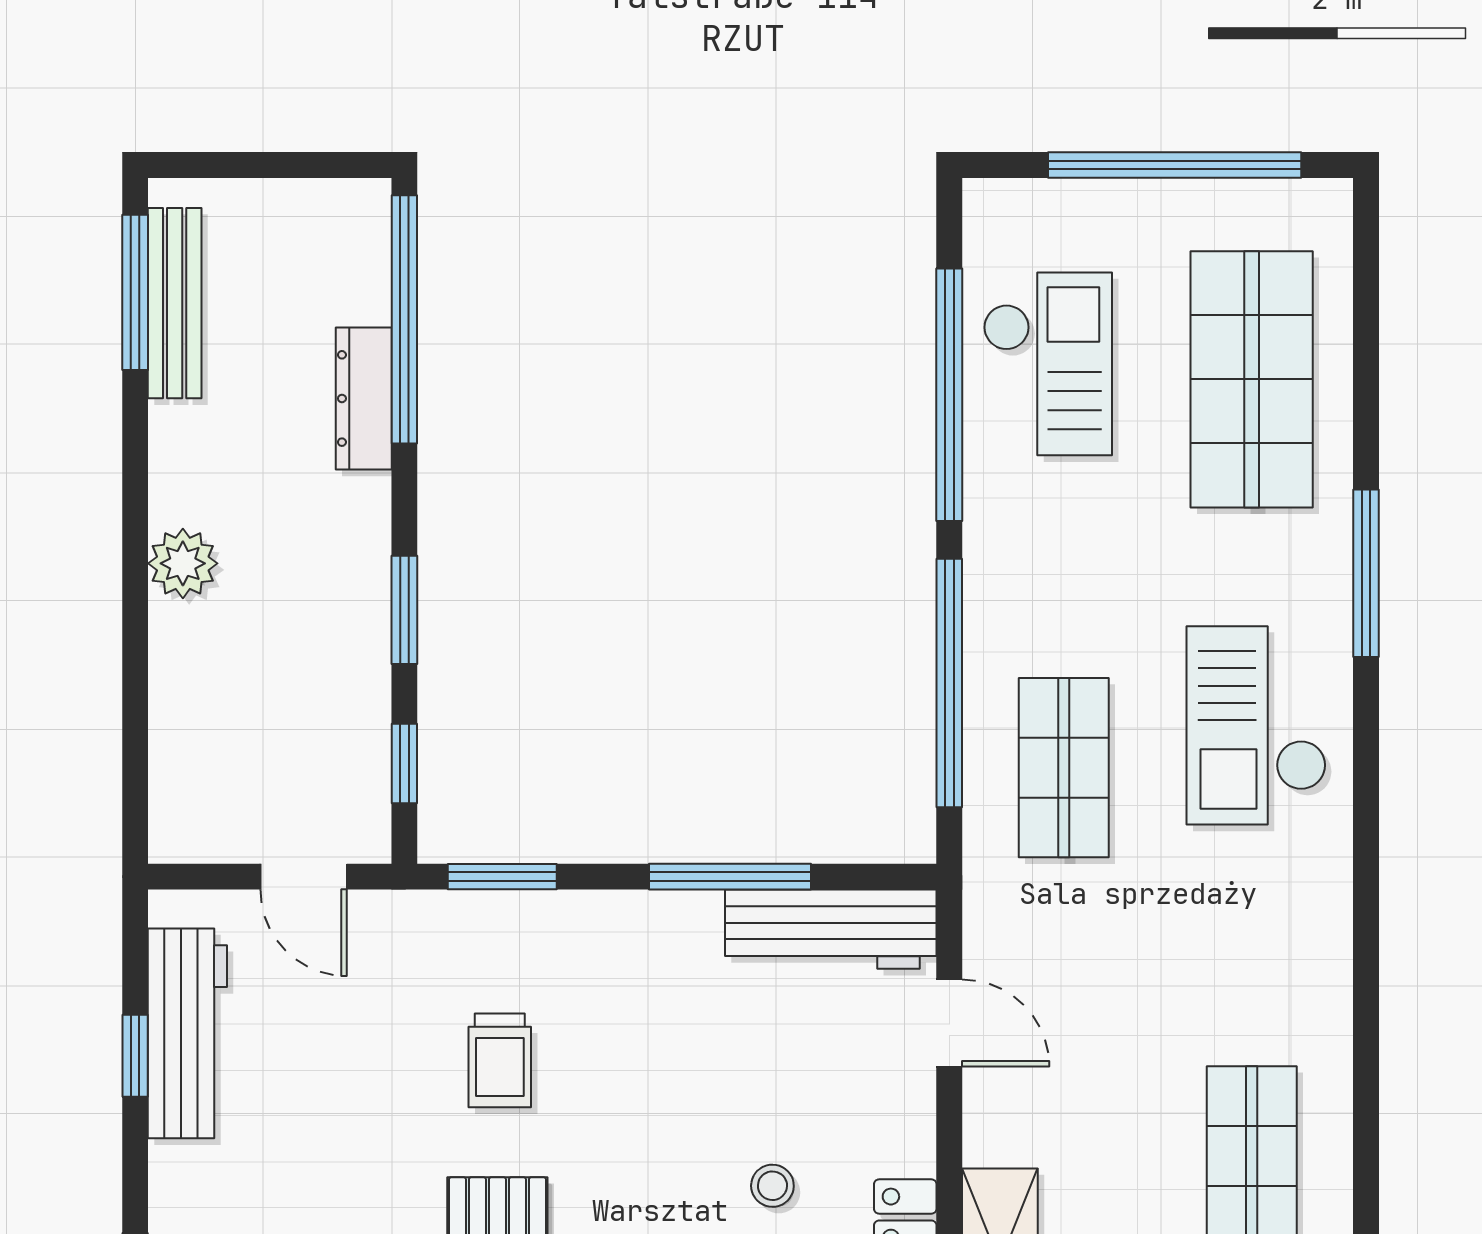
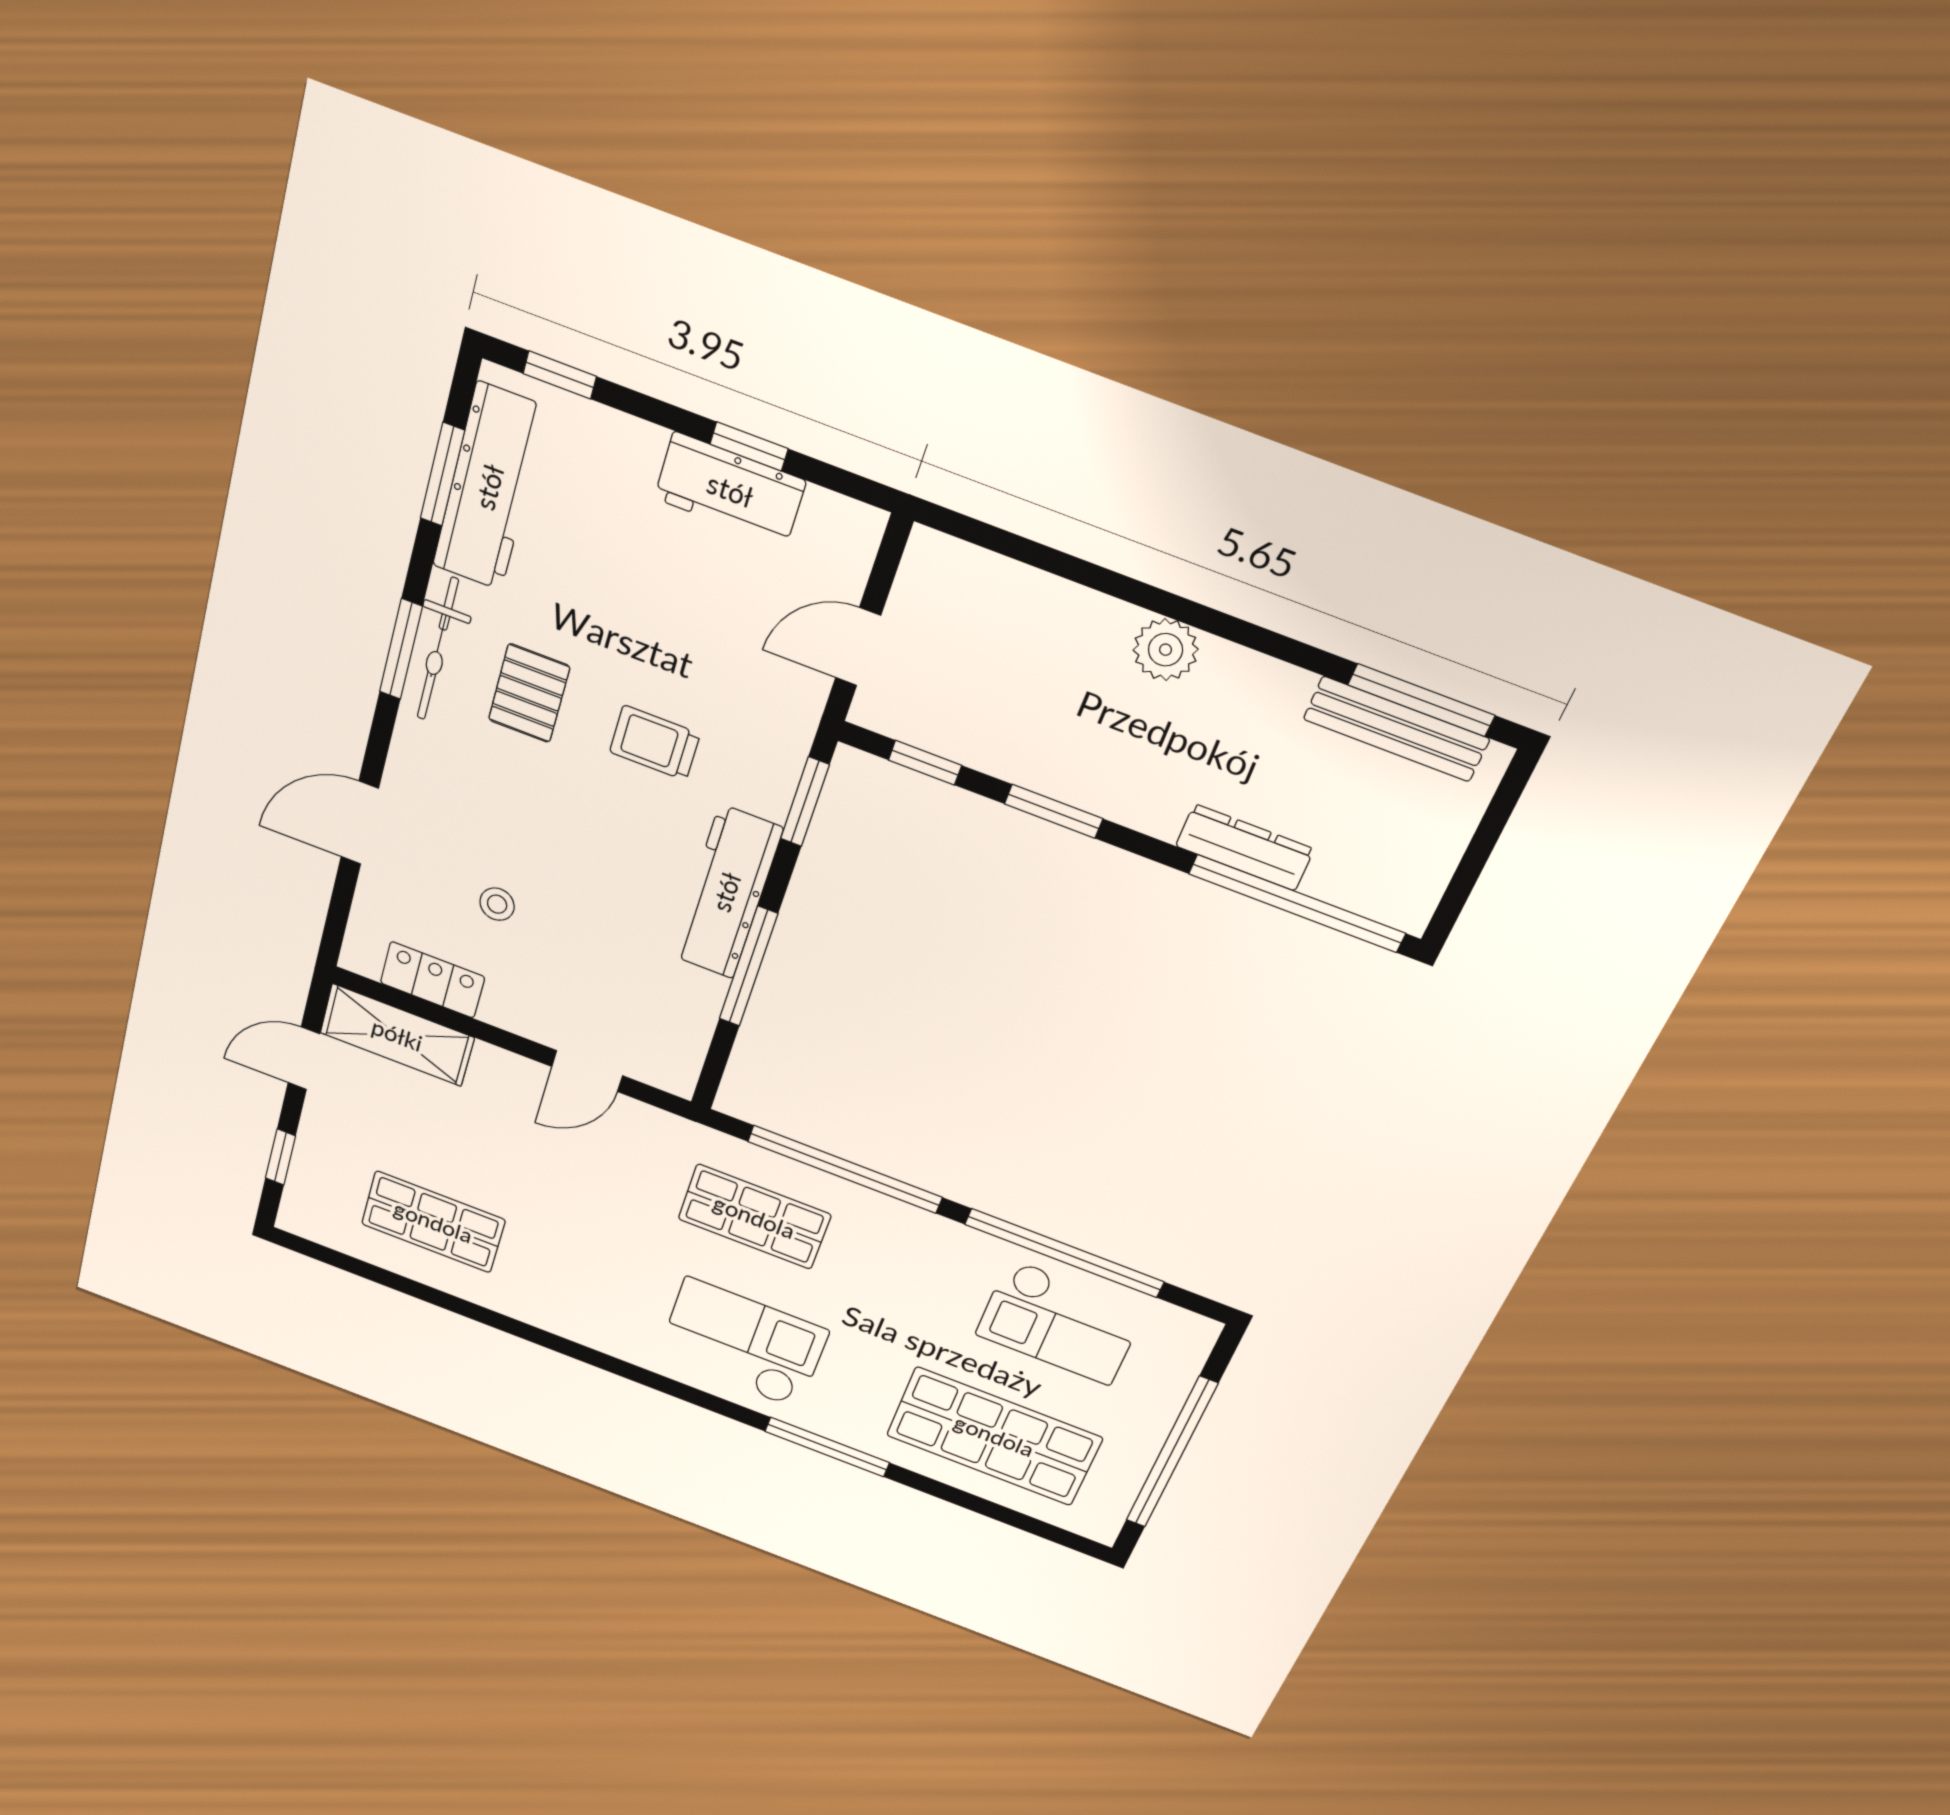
workbench: (831, 929) -> (726, 892), moved
workbench: (187, 1033) -> (730, 490), width x0.73

